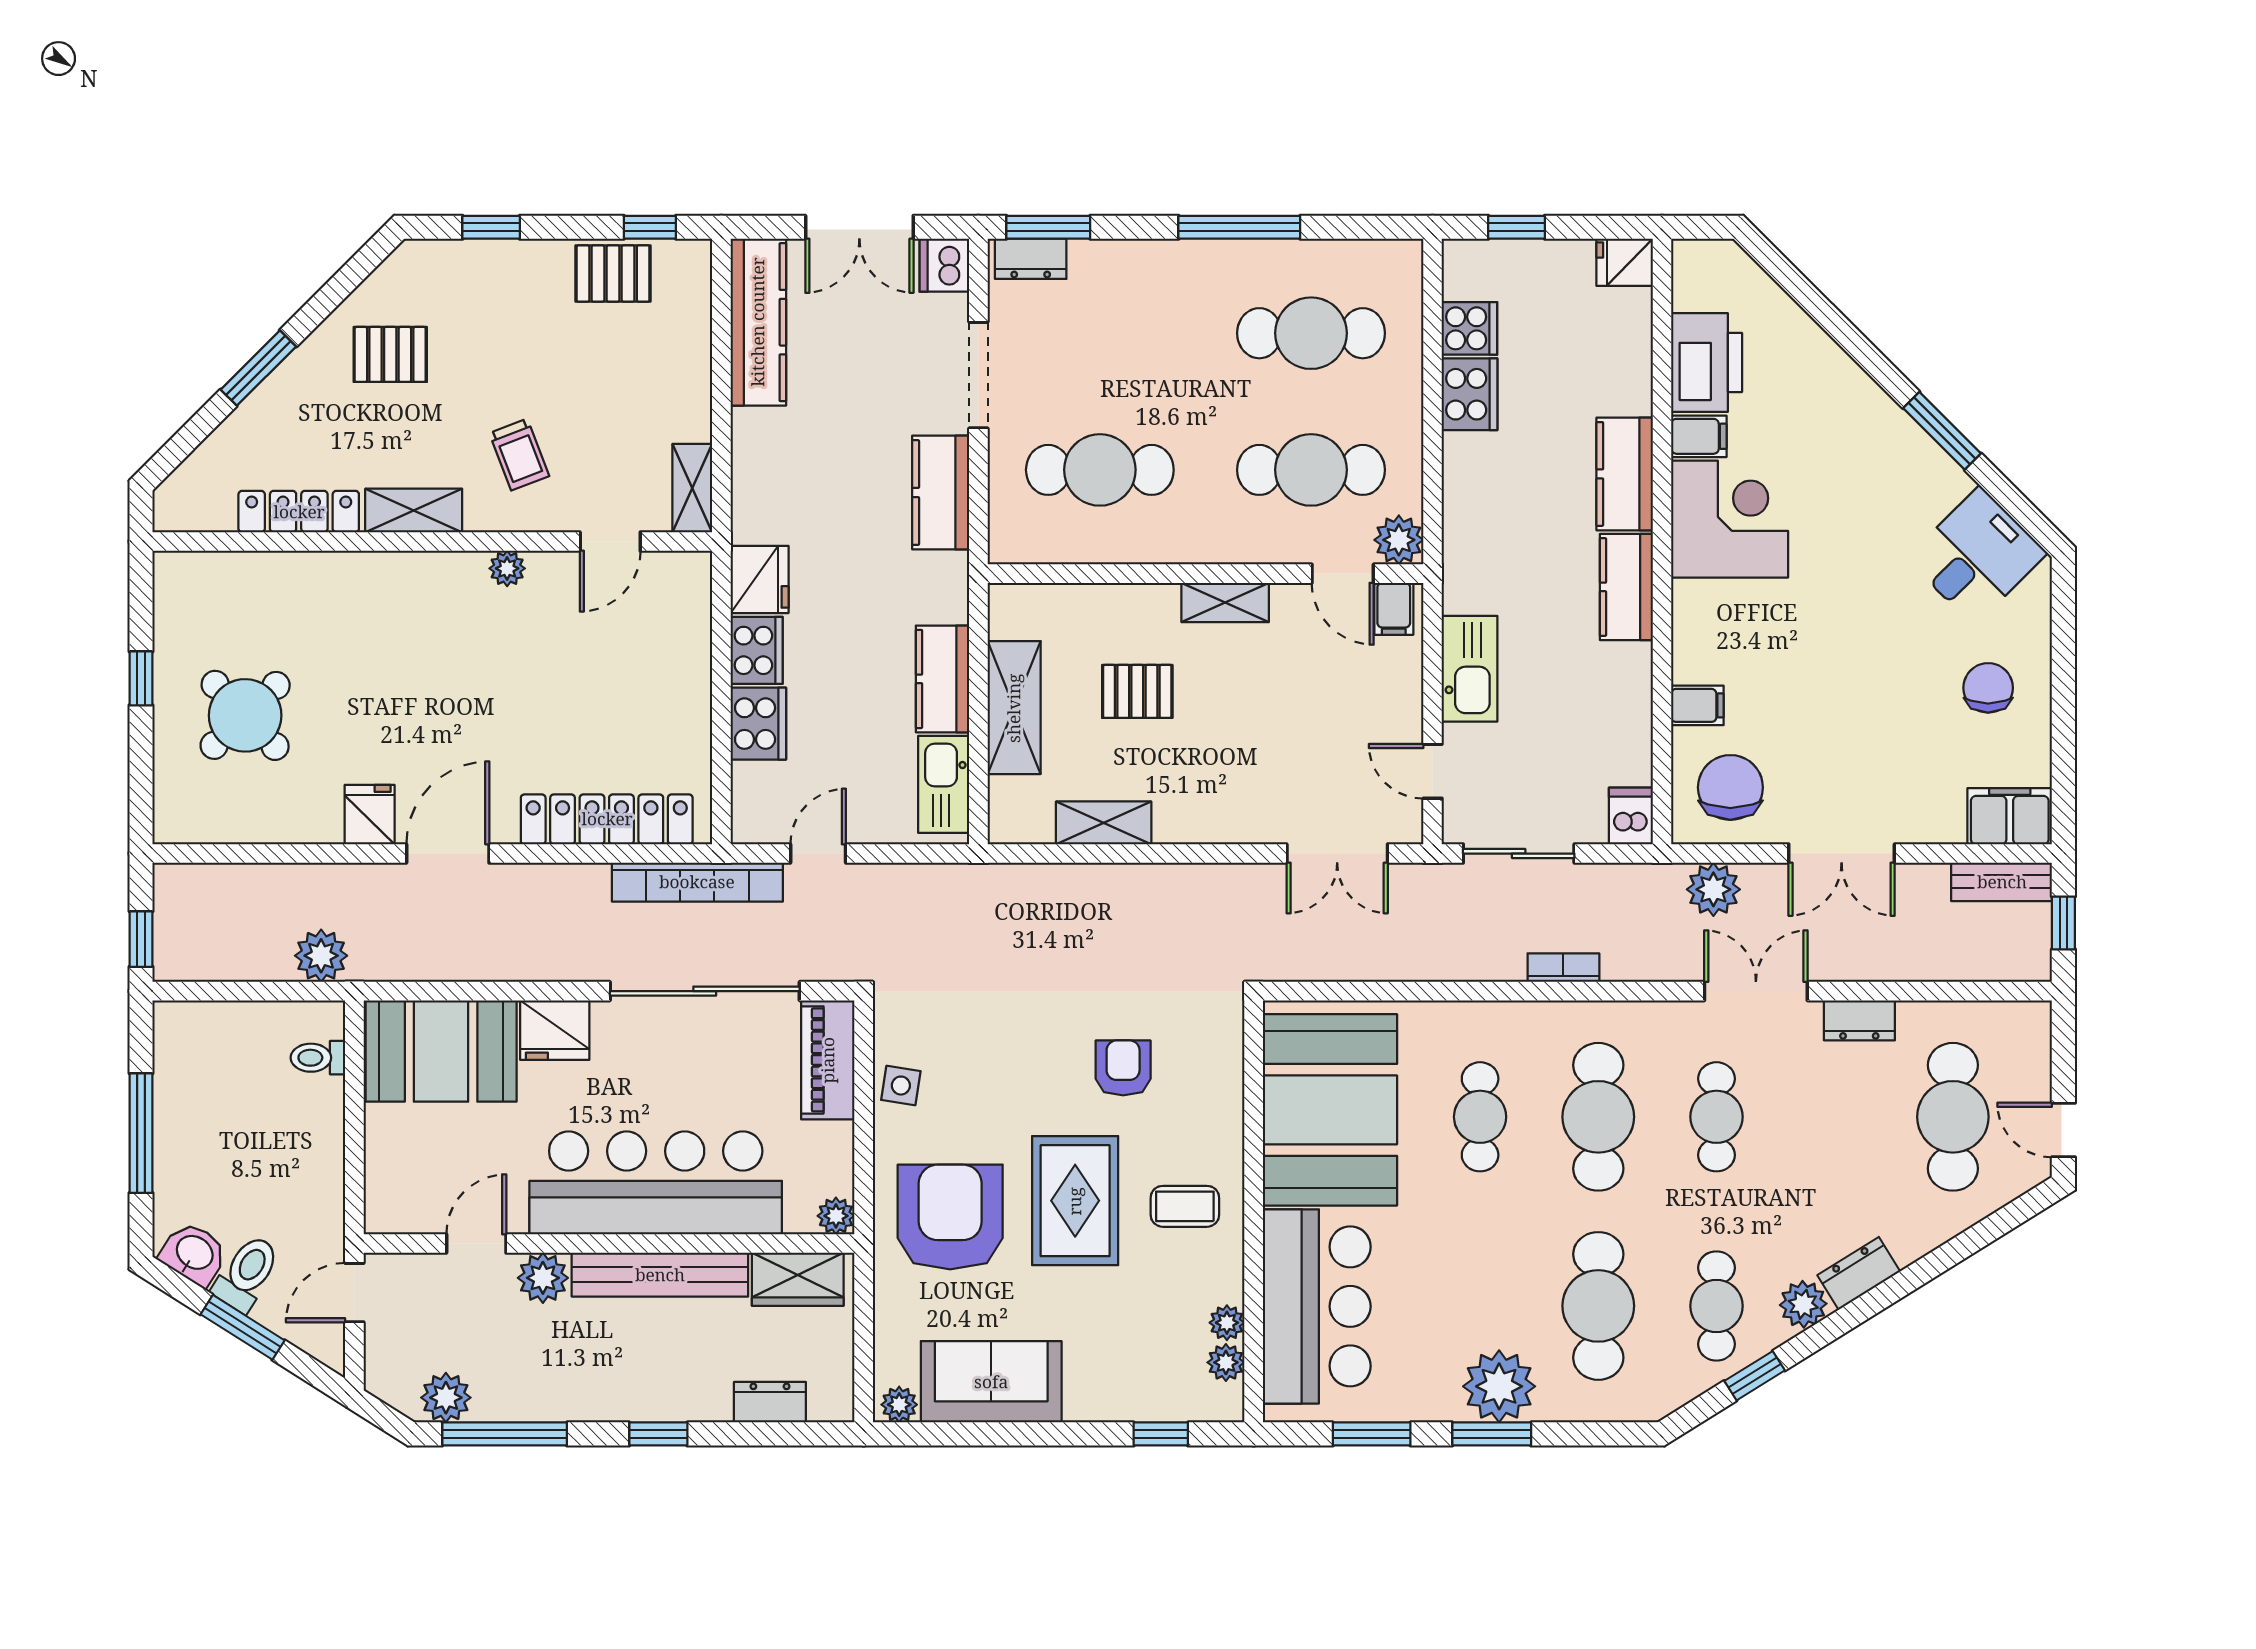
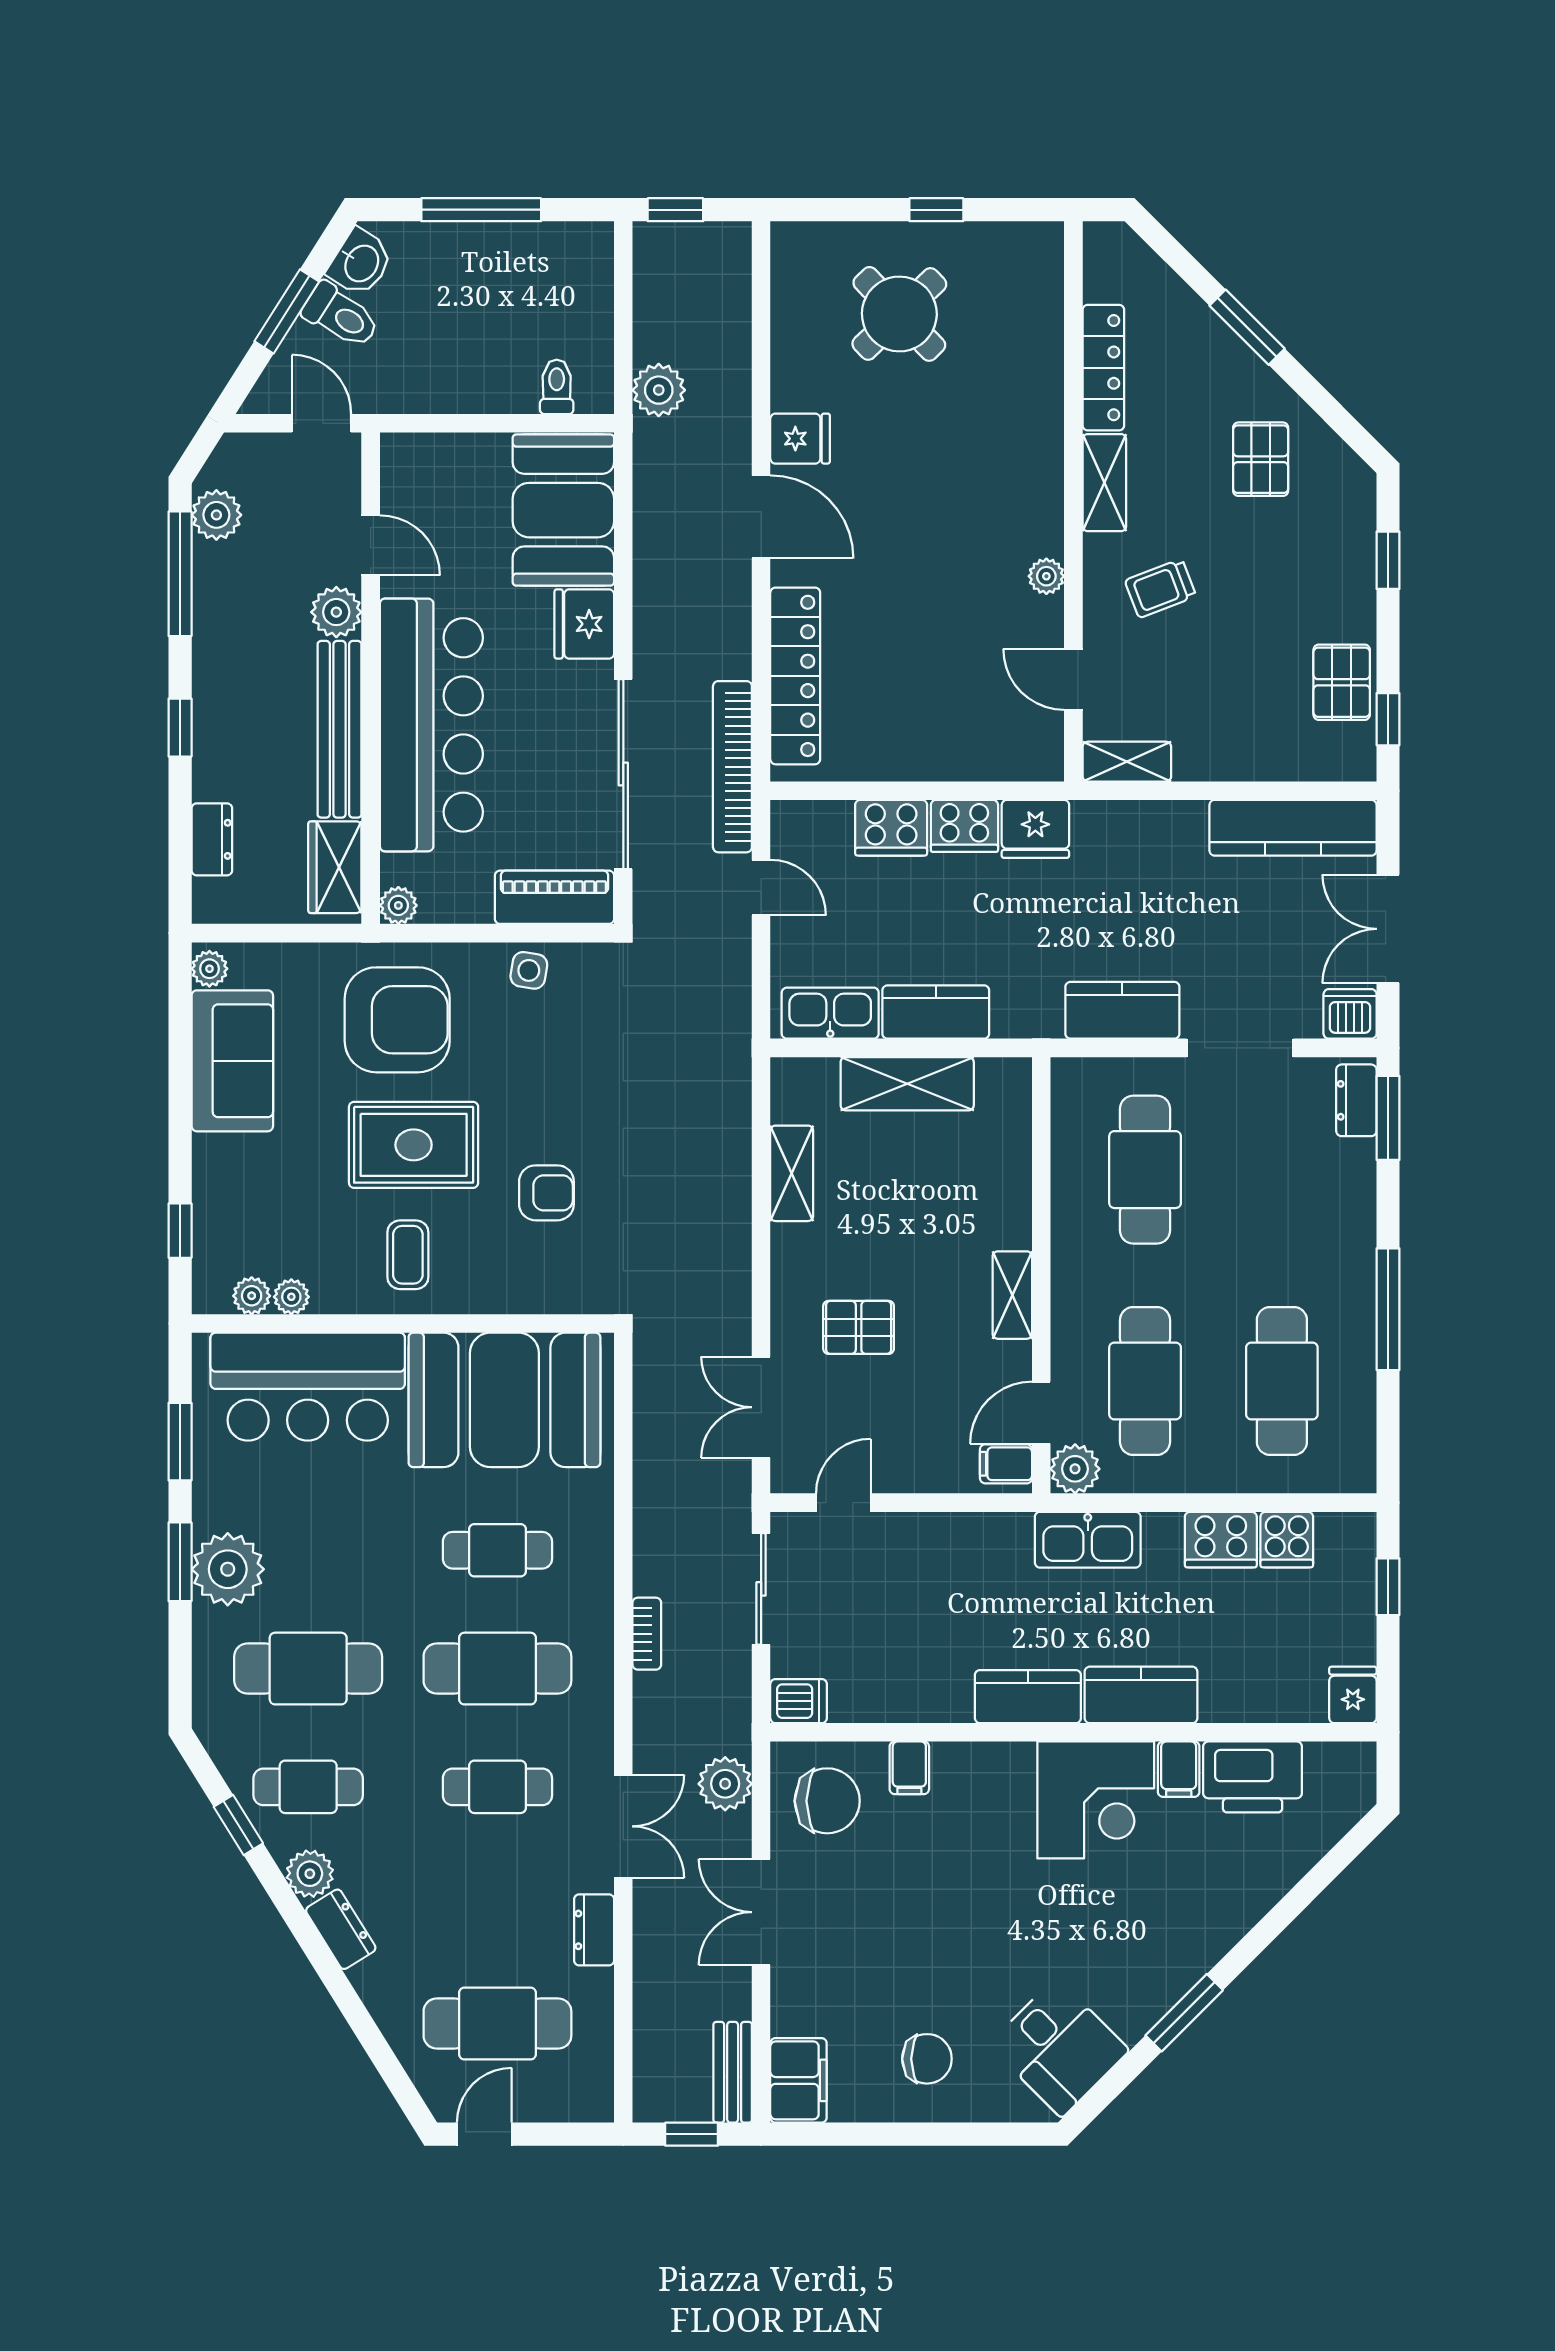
kitchen sink: (1470, 669) -> (1088, 1540), moved
pallet: (1137, 691) -> (859, 1327), moved, turned 90

